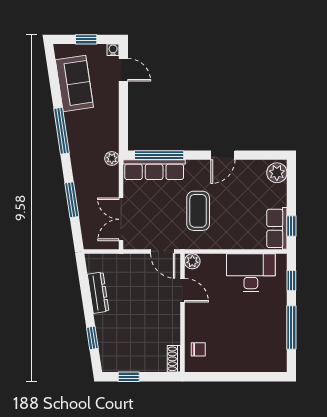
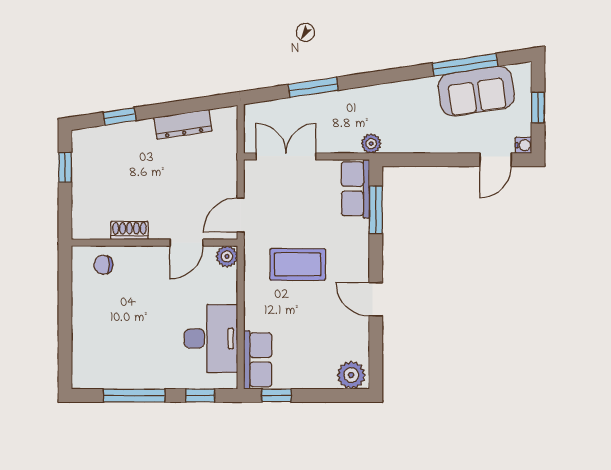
window: (61, 131) -> (465, 65), moved
window: (159, 155) -> (376, 210), width x0.69
row of seats: (154, 170) -> (355, 189), width x0.68
row of seats: (277, 228) -> (258, 360), moved, turned 90
chair: (198, 349) -> (103, 265), turned 90
shoe rack: (174, 359) -> (129, 230), moved

